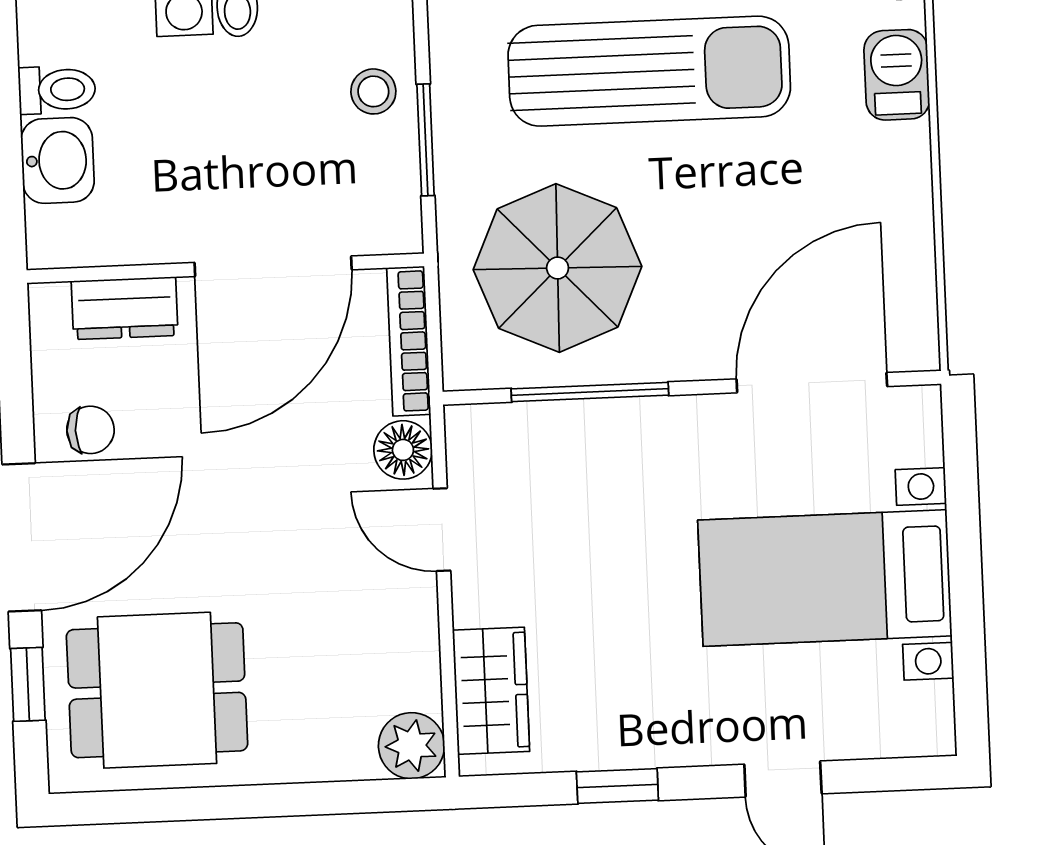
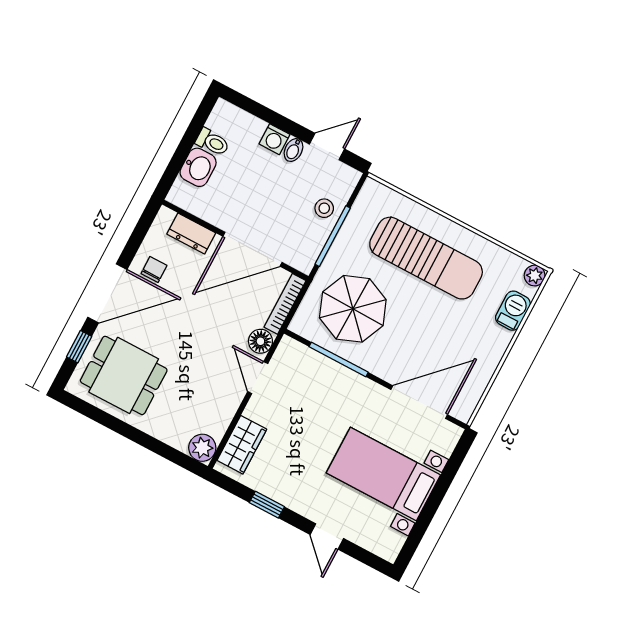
window: (426, 140) -> (333, 236), width x1.44
chair: (90, 430) -> (154, 269), turned -90

